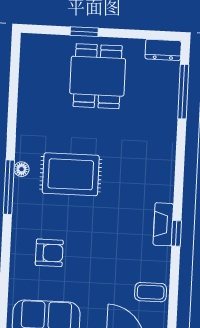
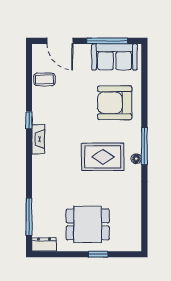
dining table: (98, 76) -> (88, 224), turned 90
fireplace: (163, 224) -> (38, 139), moved
armchair: (49, 253) -> (115, 103), width x1.88, depth x1.88

